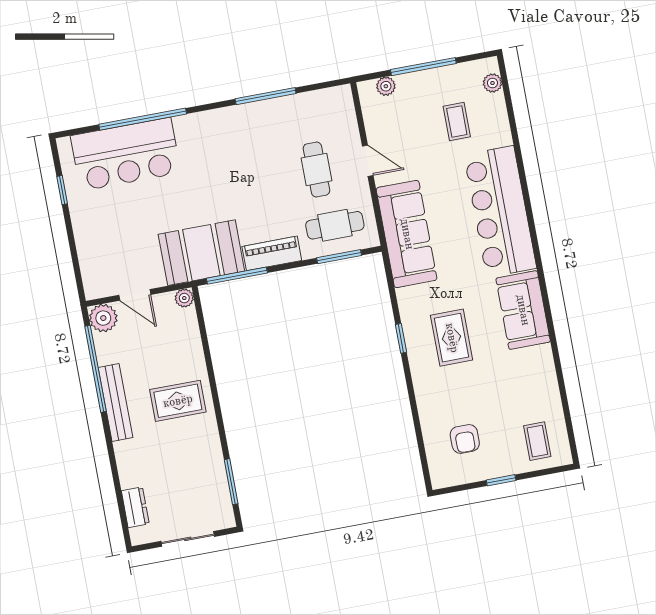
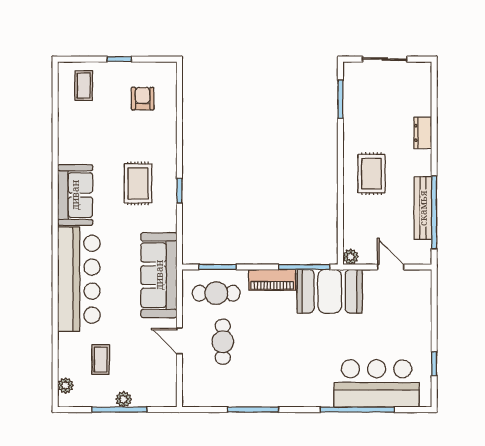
plant: (386, 86) -> (124, 399), moved
plant: (103, 318) -> (420, 253), removed
rug: (178, 401) -> (372, 174), turned 90
bench: (116, 403) -> (423, 208), moved
dresser: (135, 507) -> (423, 133), moved

